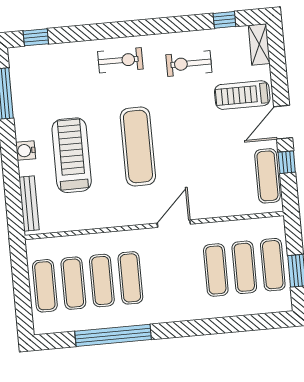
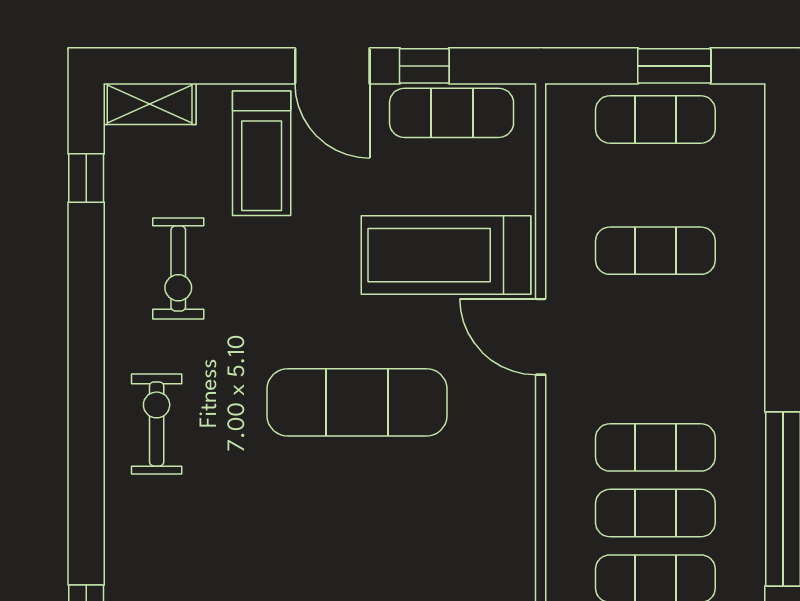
treadmill: (72, 155) -> (446, 255), moved
exercise mat: (244, 267) -> (655, 185), removed

